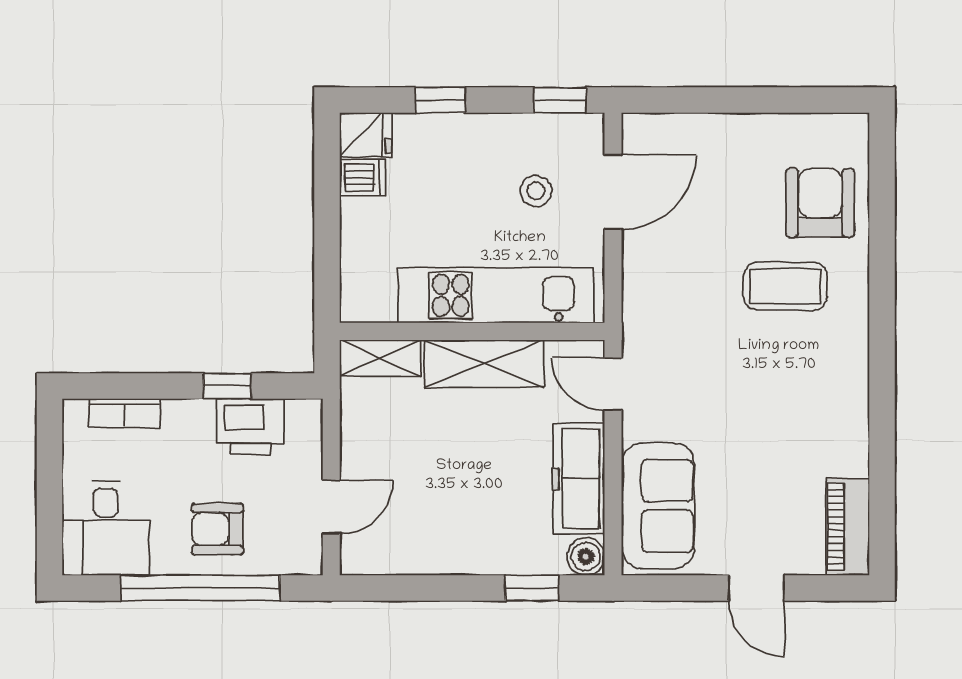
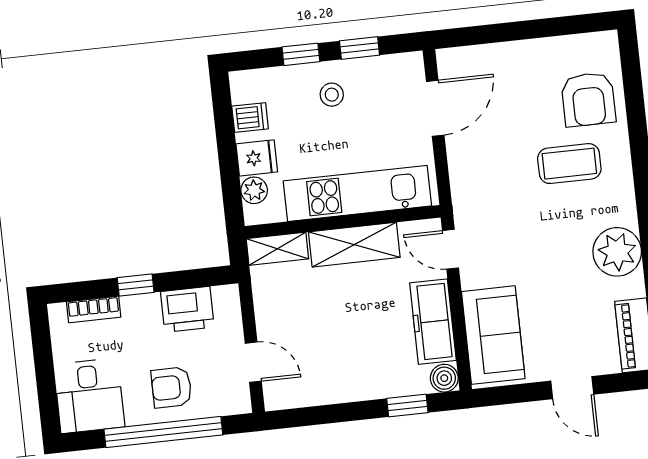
window: (560, 100) -> (359, 48), moved
fridge: (366, 135) -> (257, 158), moved
stool: (536, 191) -> (332, 95), moved
armchair: (820, 203) -> (588, 99), turned 180
plant: (358, 276) -> (254, 190), added
window: (227, 386) -> (136, 285), moved
plant: (837, 412) -> (617, 252), added
door: (331, 507) -> (253, 362), hinge flipped

